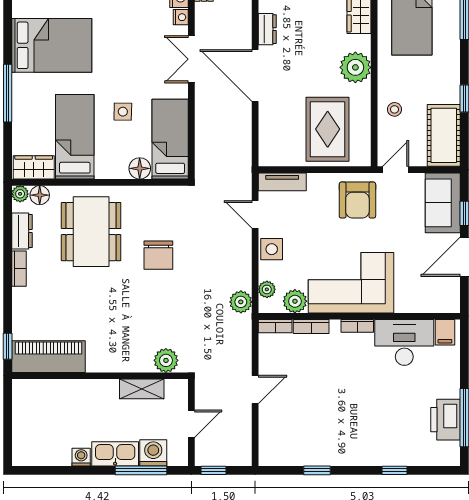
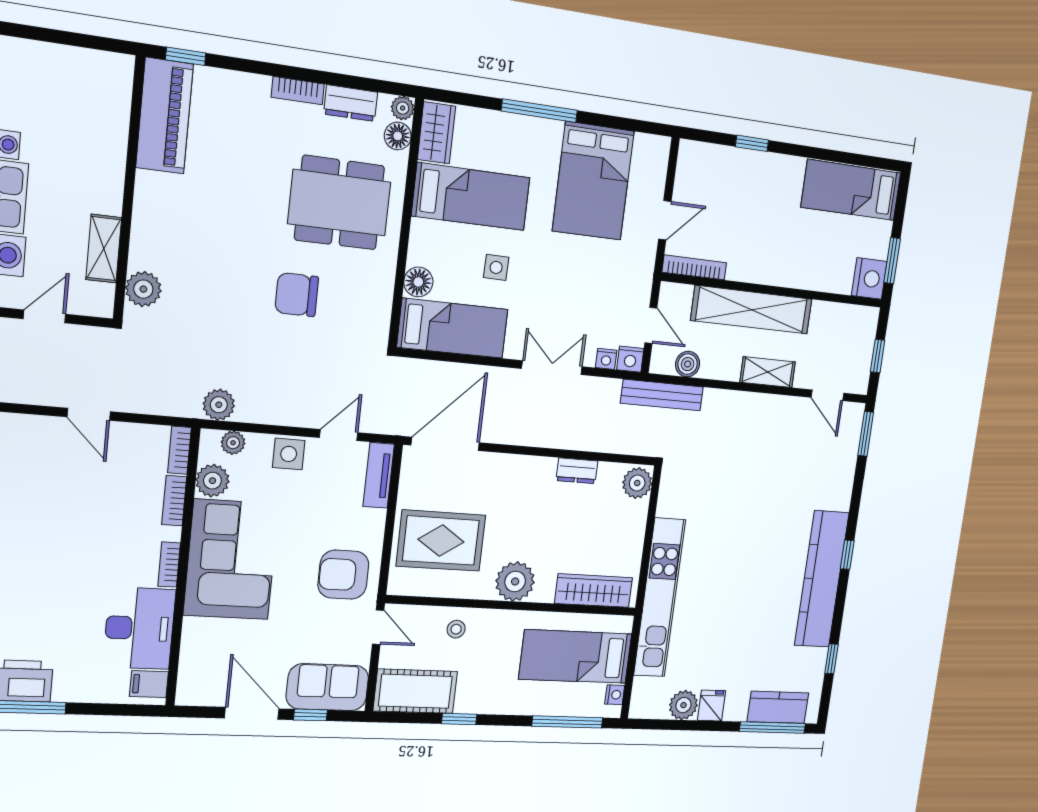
door: (255, 76) -> (445, 444), moved
door: (191, 424) -> (45, 316), swing flipped

